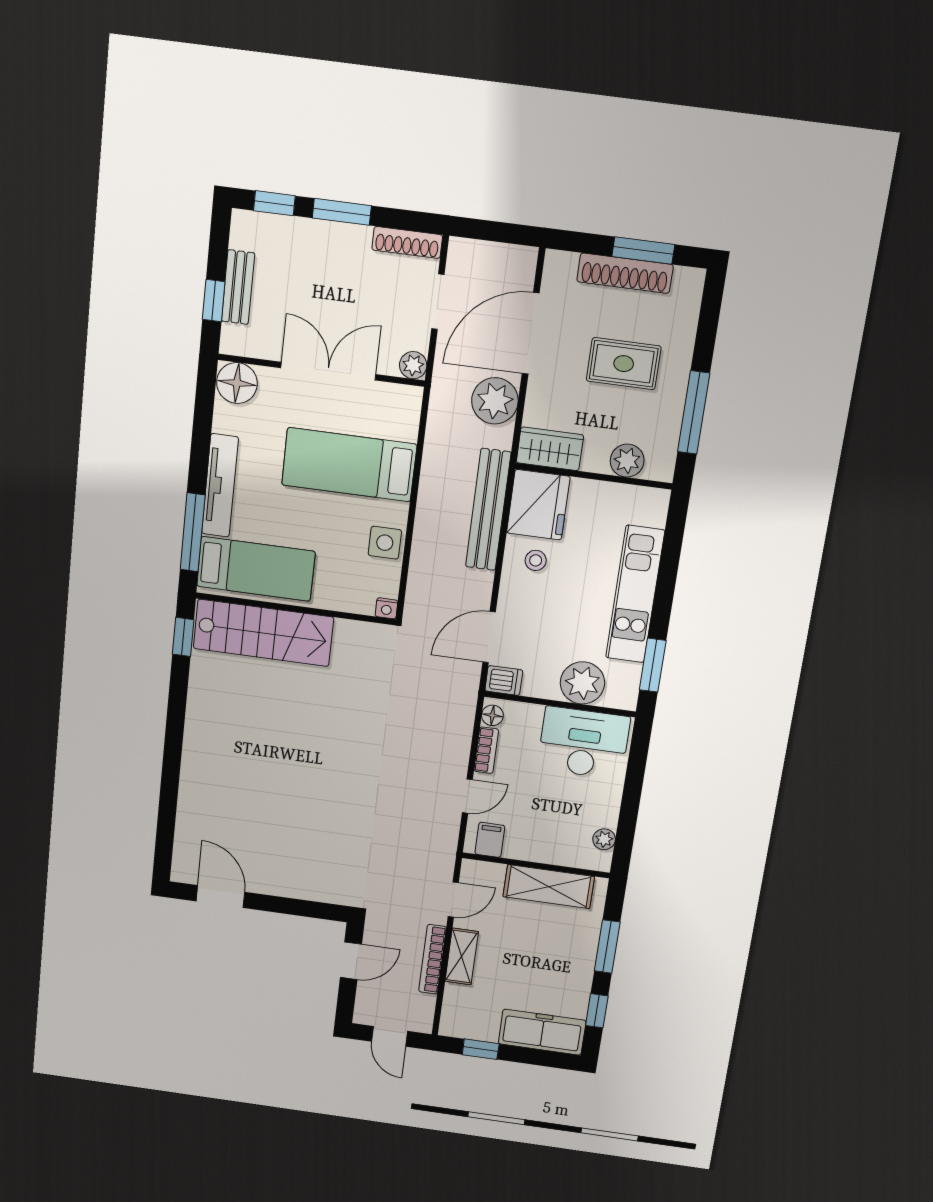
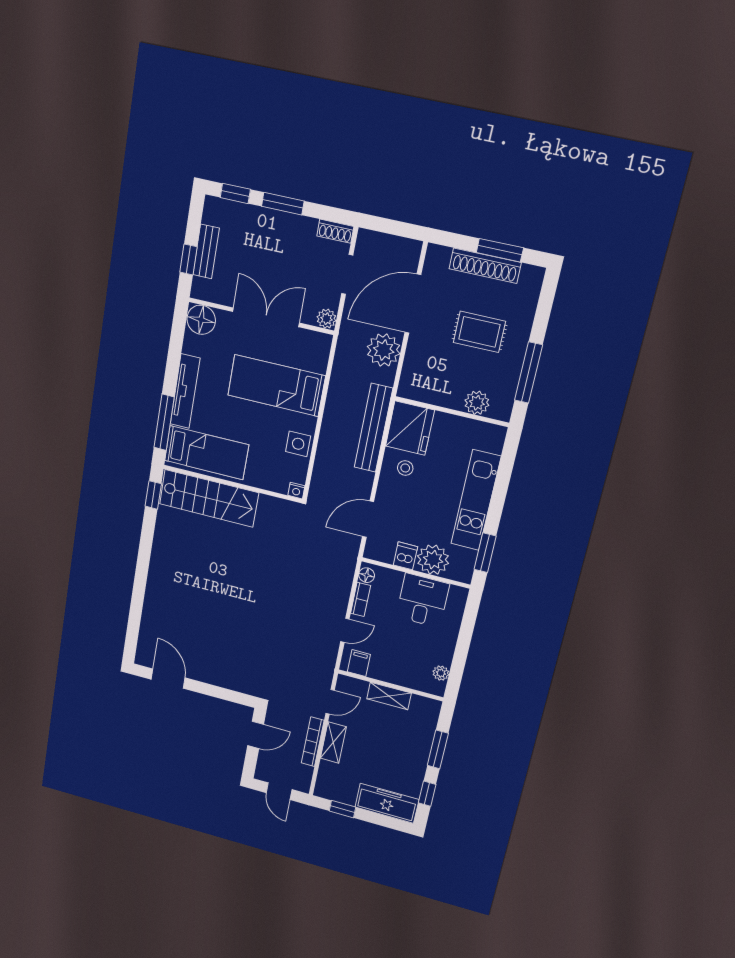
shoe rack: (407, 242) -> (335, 231), width x0.70
wardrobe: (550, 449) -> (421, 389), removed
dishwasher: (504, 680) -> (405, 556), moved, turned -90
desk: (584, 743) -> (423, 600), width x0.73
shelving: (549, 887) -> (389, 696), width x0.67, depth x0.75

